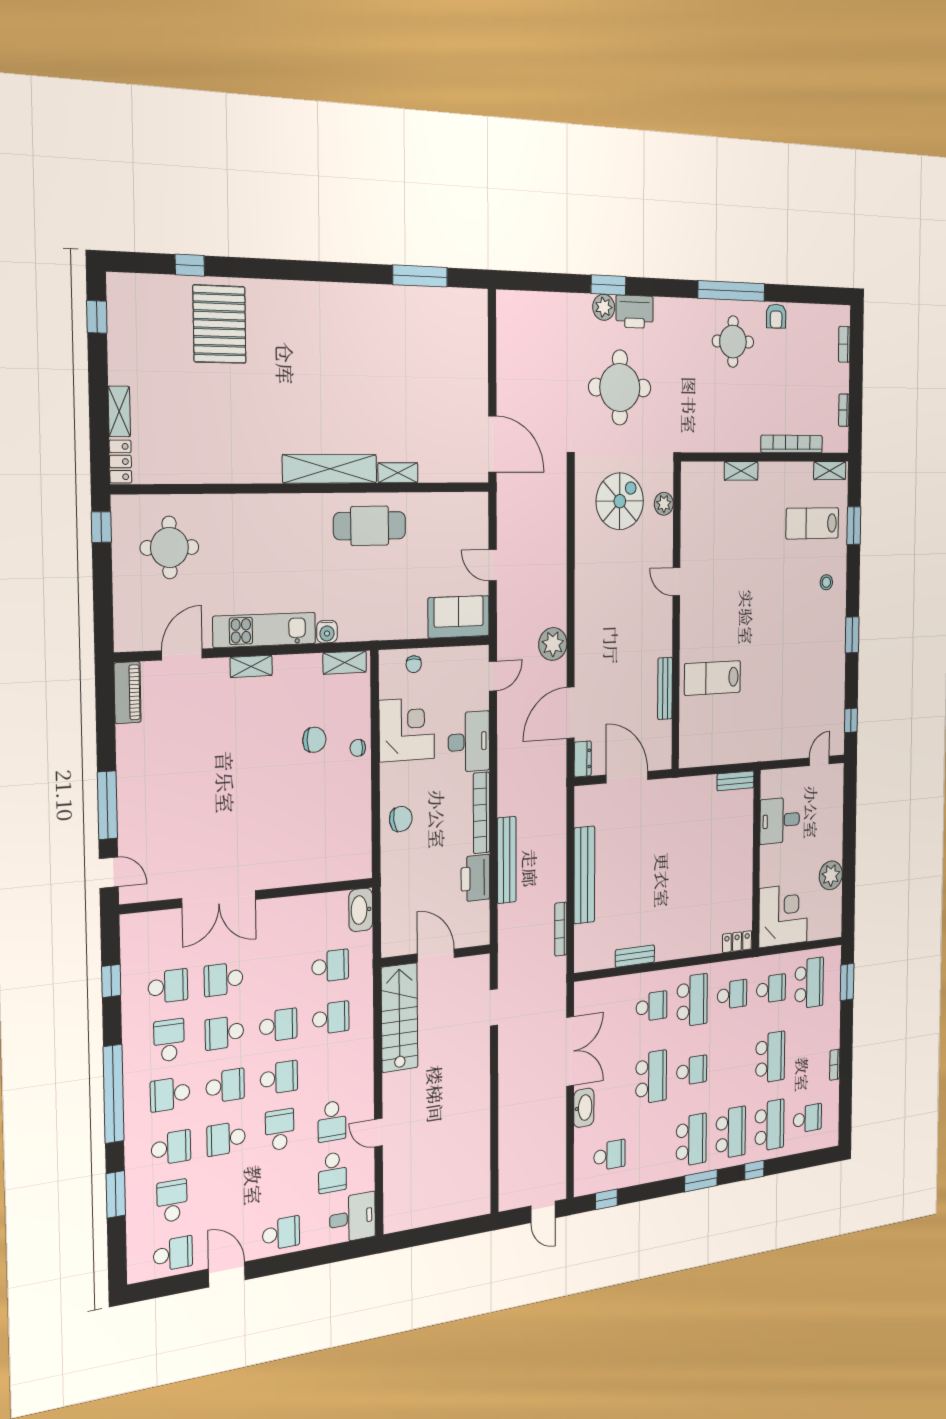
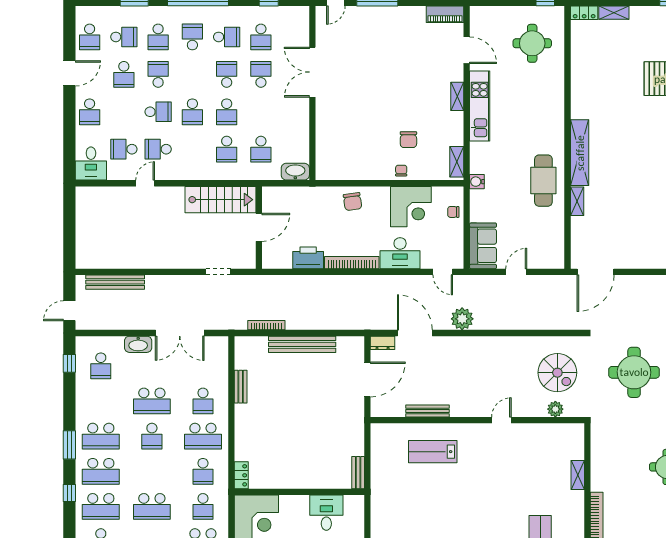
water cooler: (327, 632) -> (477, 182), moved
lab bench: (712, 678) -> (433, 452), turned -90
bench: (507, 860) -> (115, 282), moved
school desk: (225, 1086) -> (124, 74), moved

